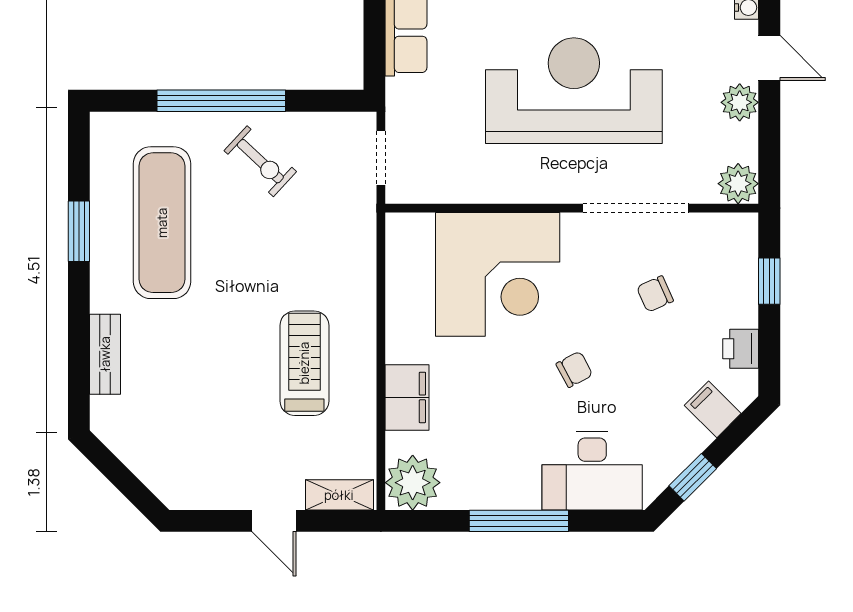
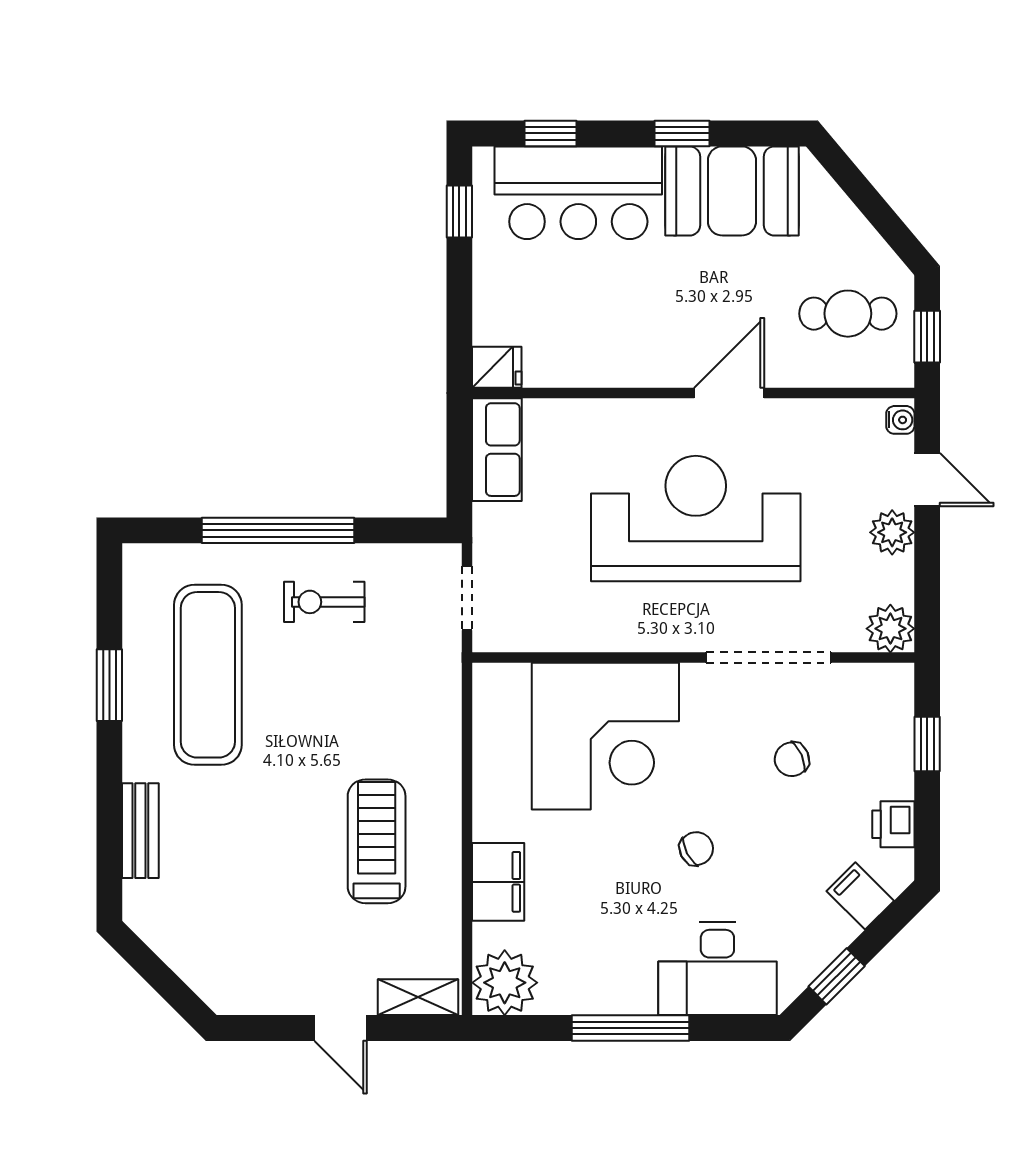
exercise bike: (260, 161) -> (324, 602), turned 137

